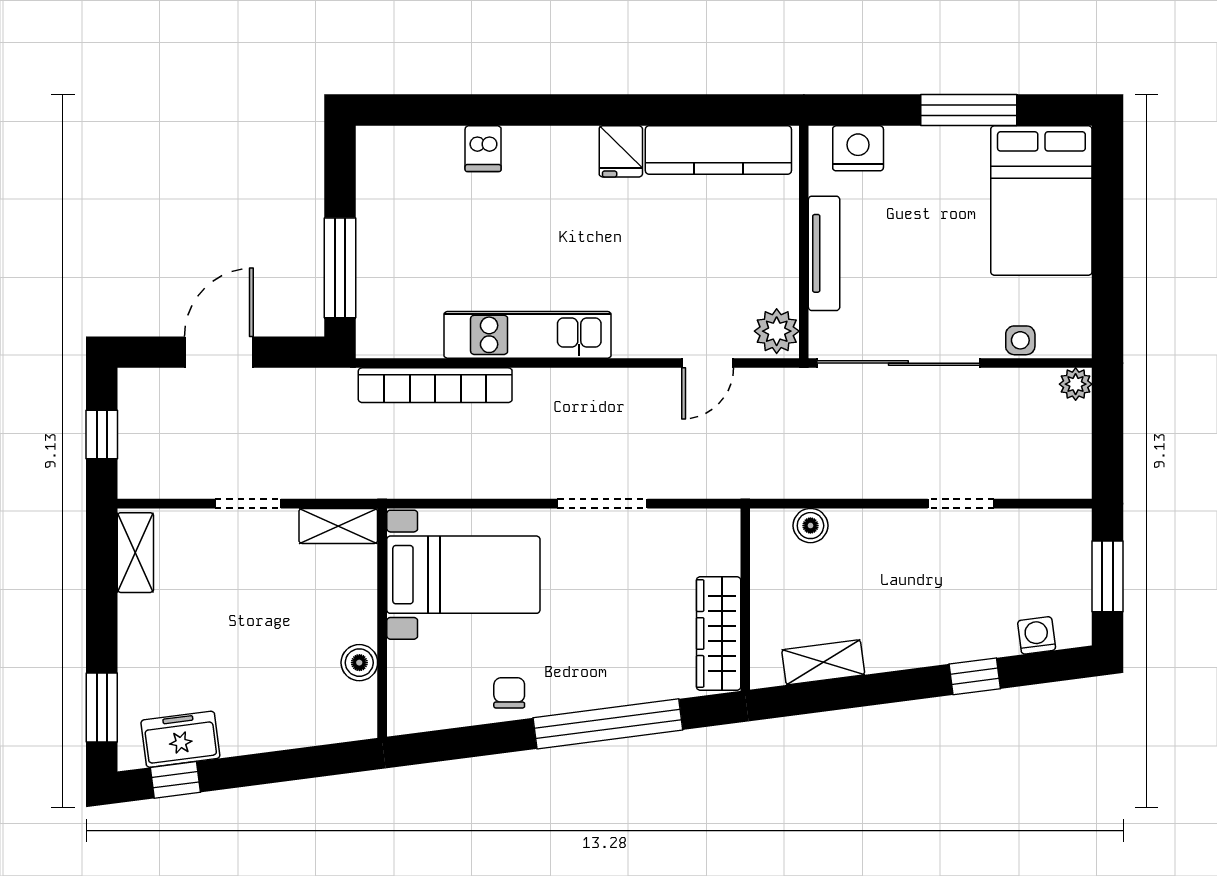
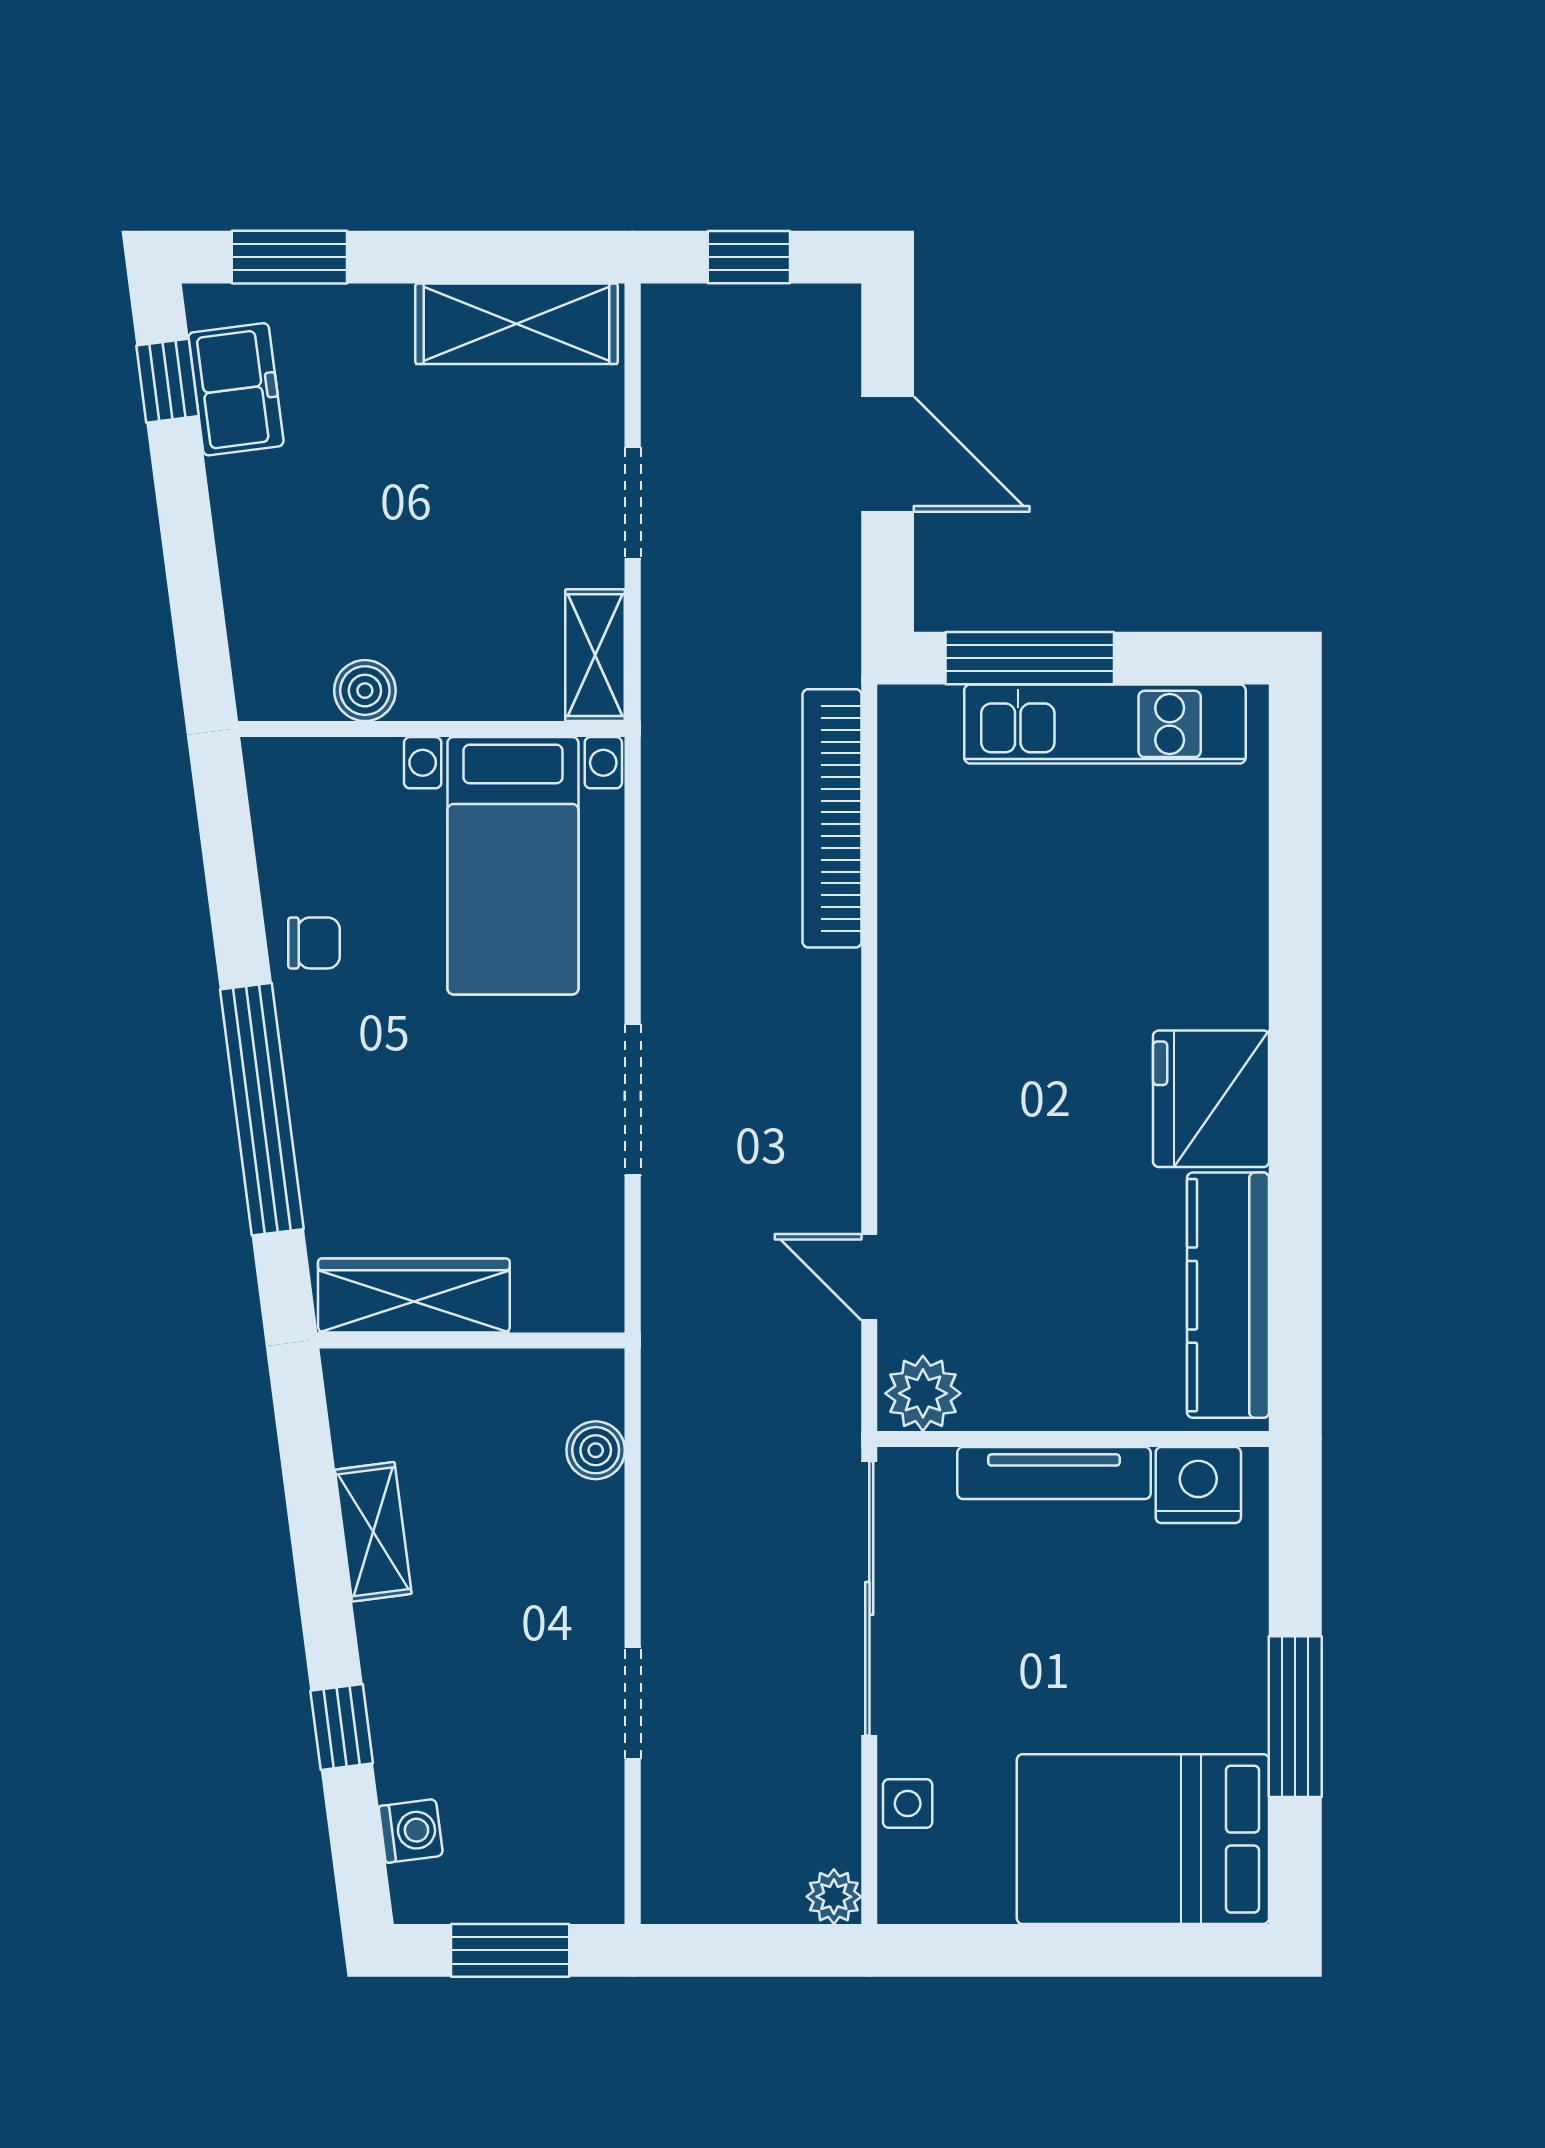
nightstand: (858, 148) -> (1198, 1485), moved, turned -90
dishwasher: (483, 149) -> (1230, 899), removed
fridge: (621, 151) -> (1211, 1099), width x1.88, depth x1.34
kitchen unit: (528, 335) -> (1105, 724), moved, turned 90
shelving: (135, 553) -> (517, 324), width x1.50, depth x1.33
shelving: (823, 662) -> (373, 1532), moved

